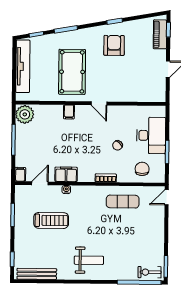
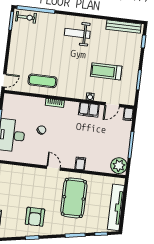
chair: (142, 169) -> (23, 107), removed

